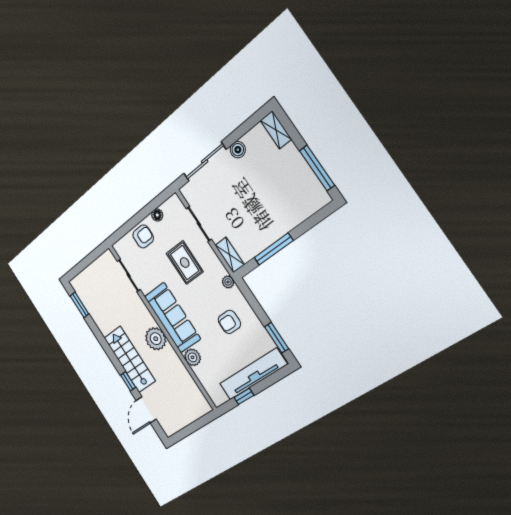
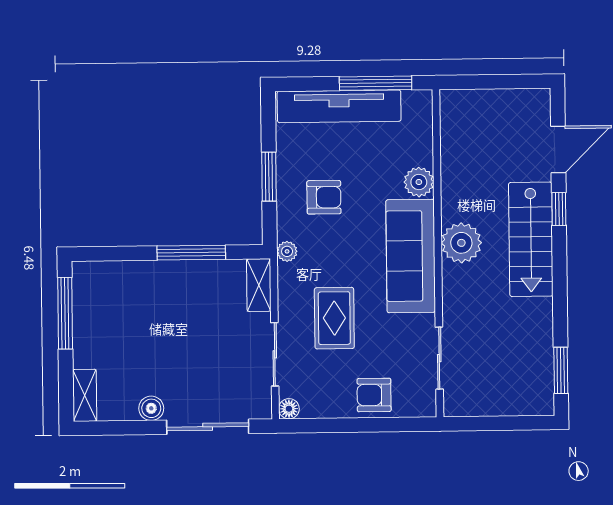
floor lamp: (157, 215) -> (289, 409), moved
window: (276, 338) -> (269, 177), moved
window: (244, 396) -> (376, 83), width x2.17

